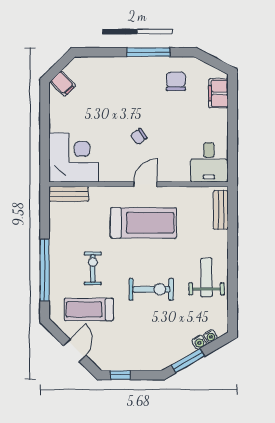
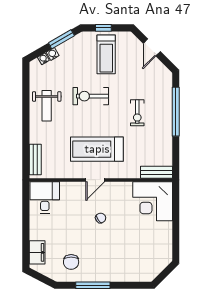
filing cabinet: (63, 84) -> (161, 260), removed
treadmill: (89, 309) -> (106, 54), moved, turned 90
window: (120, 375) -> (103, 28), moved

